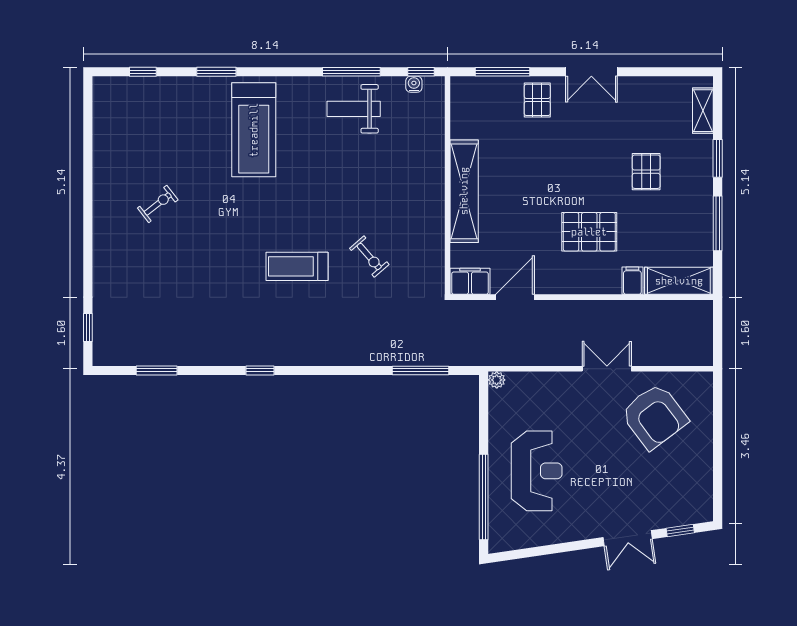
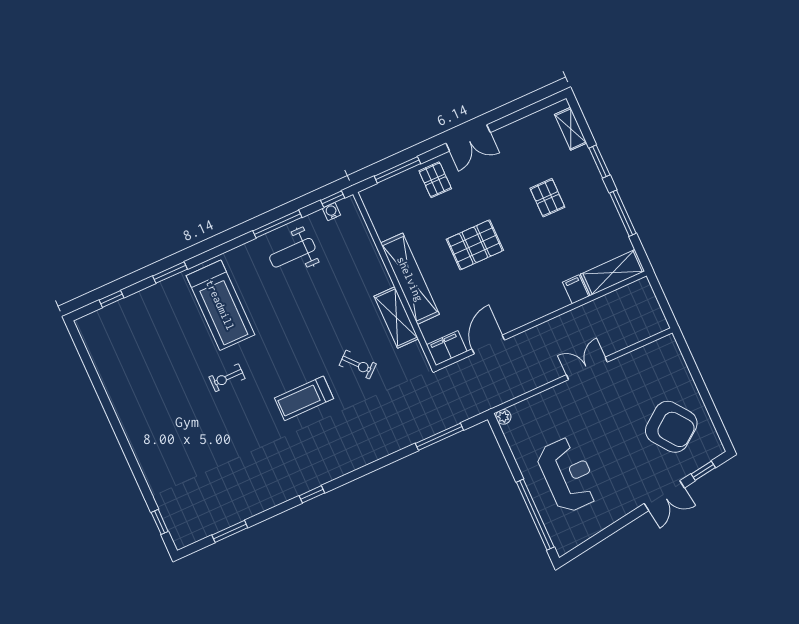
exercise bike: (158, 204) -> (227, 378), moved, turned -142
shelving: (432, 225) -> (396, 317), added
pallet: (589, 232) -> (475, 245), moved
armchair: (654, 416) -> (671, 427), moved

